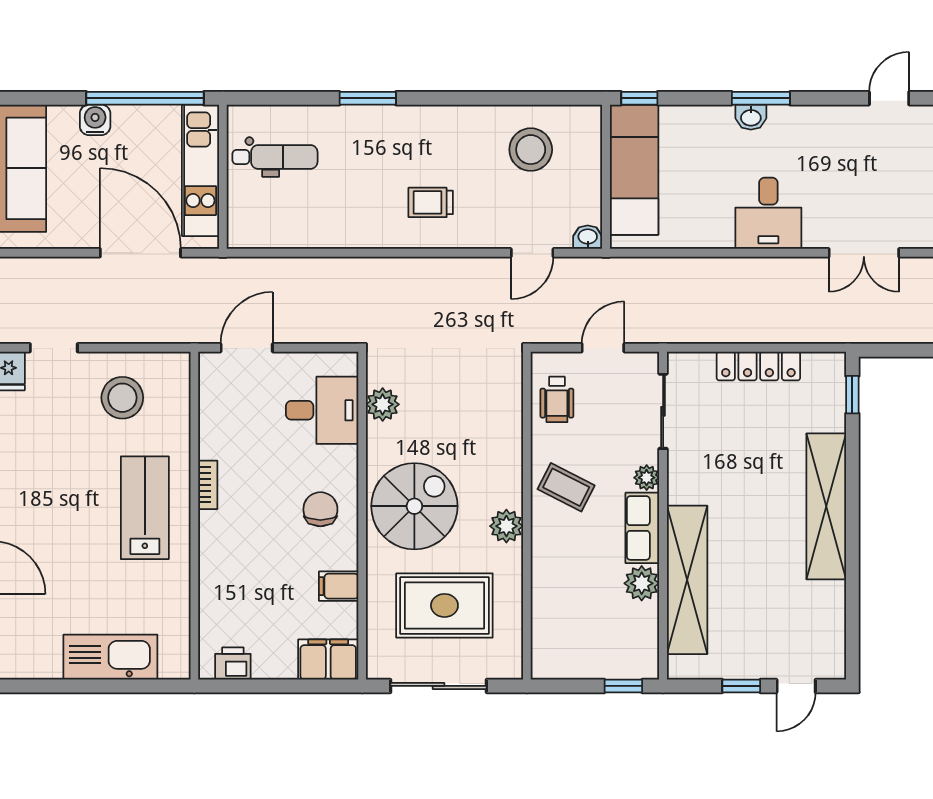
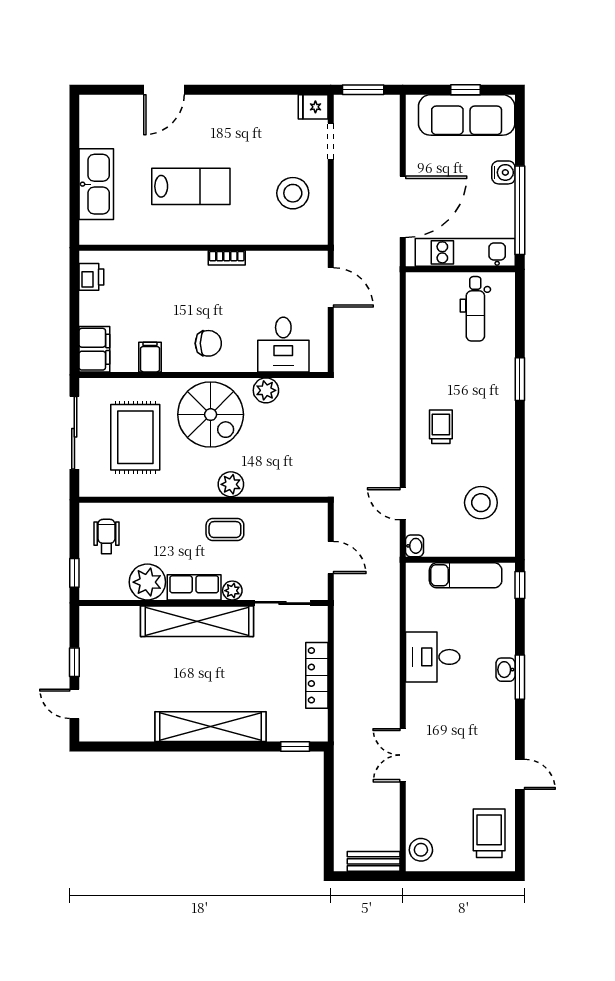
exam couch: (634, 170) -> (466, 575), width x0.73, depth x0.69
desk: (768, 213) -> (433, 657), moved
wheelchair: (557, 399) -> (106, 536), moved, turned 90
plant: (383, 404) -> (266, 390), moved
coffee table: (566, 487) -> (225, 530), turned 63
lab bench: (145, 508) -> (191, 186), moved
plant: (506, 526) -> (231, 484), moved
shelving: (687, 580) -> (197, 621), moved
plant: (642, 583) -> (147, 582), width x1.36, depth x1.36

